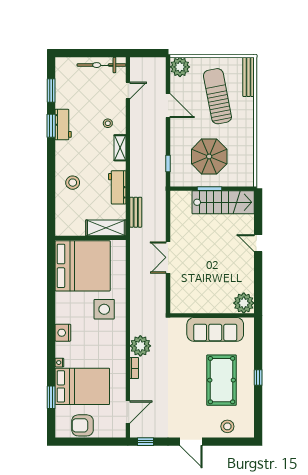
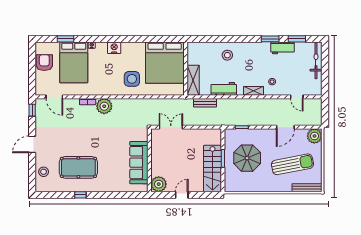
bicycle: (102, 65) -> (316, 60), moved
workbench: (63, 125) -> (282, 48), moved
plant: (244, 303) -> (159, 184), moved
wall: (212, 315) -> (149, 160), moved
sofa: (215, 329) -> (139, 163), moved

